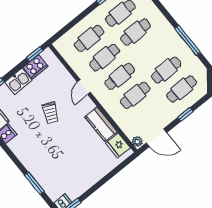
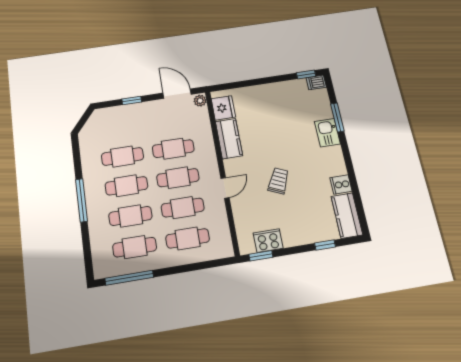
window: (188, 40) -> (82, 200), moved
kitchen sink: (18, 81) -> (327, 133), moved, turned -90
cafe table: (182, 89) -> (126, 186), moved

